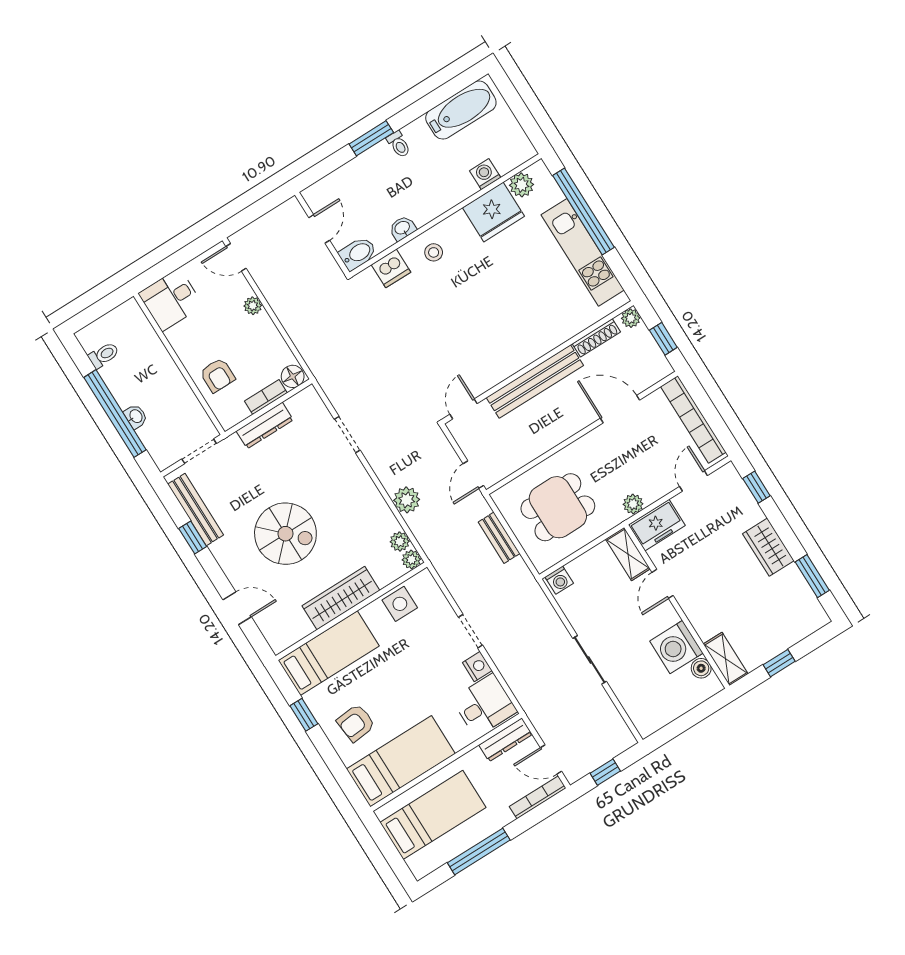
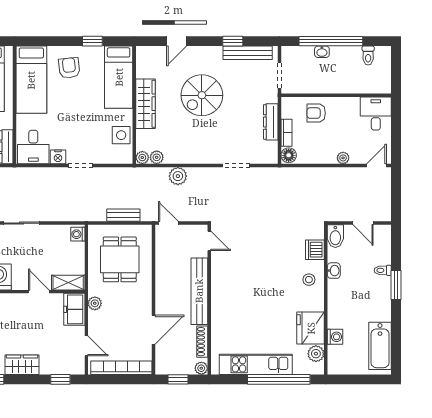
toilet: (399, 144) -> (383, 270), moved

